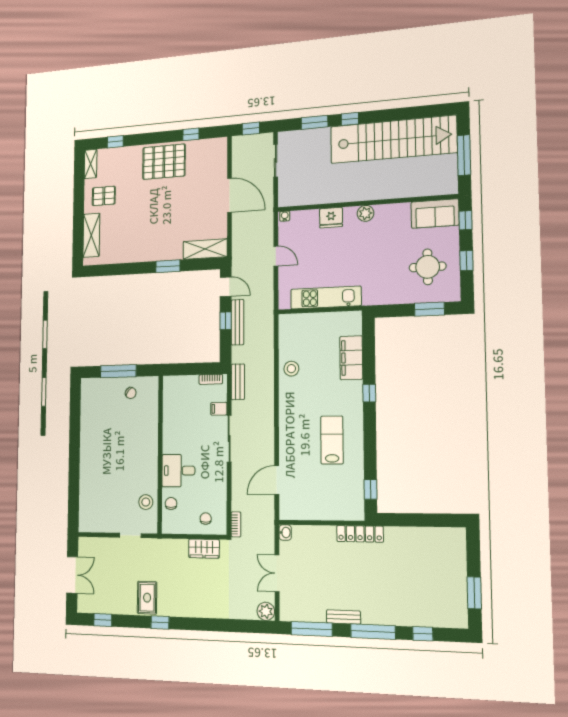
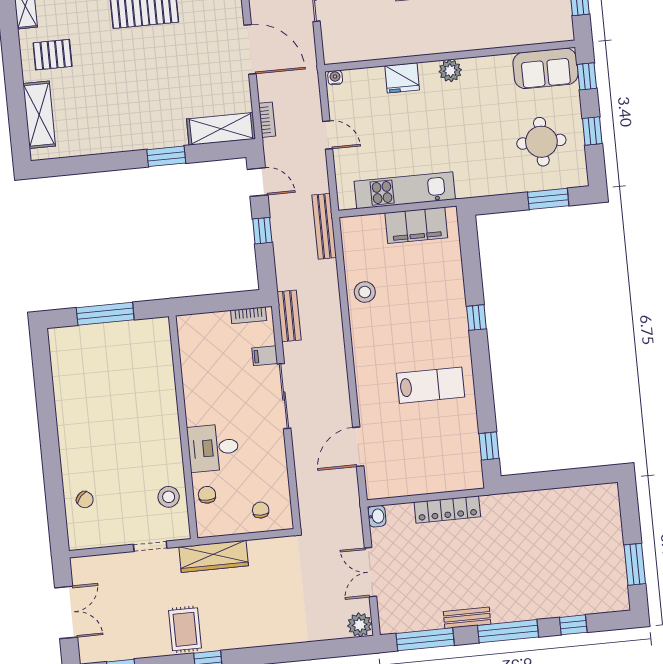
bench: (238, 322) -> (324, 226), moved
filing cabinet: (351, 358) -> (416, 225), moved, turned -90
chair: (131, 393) -> (85, 500), moved
lab bench: (332, 440) -> (431, 385), turned 90
bookcase: (236, 524) -> (267, 120), moved
locker: (360, 534) -> (447, 509), moved
wardrobe: (204, 549) -> (214, 556), moved, width x1.50

